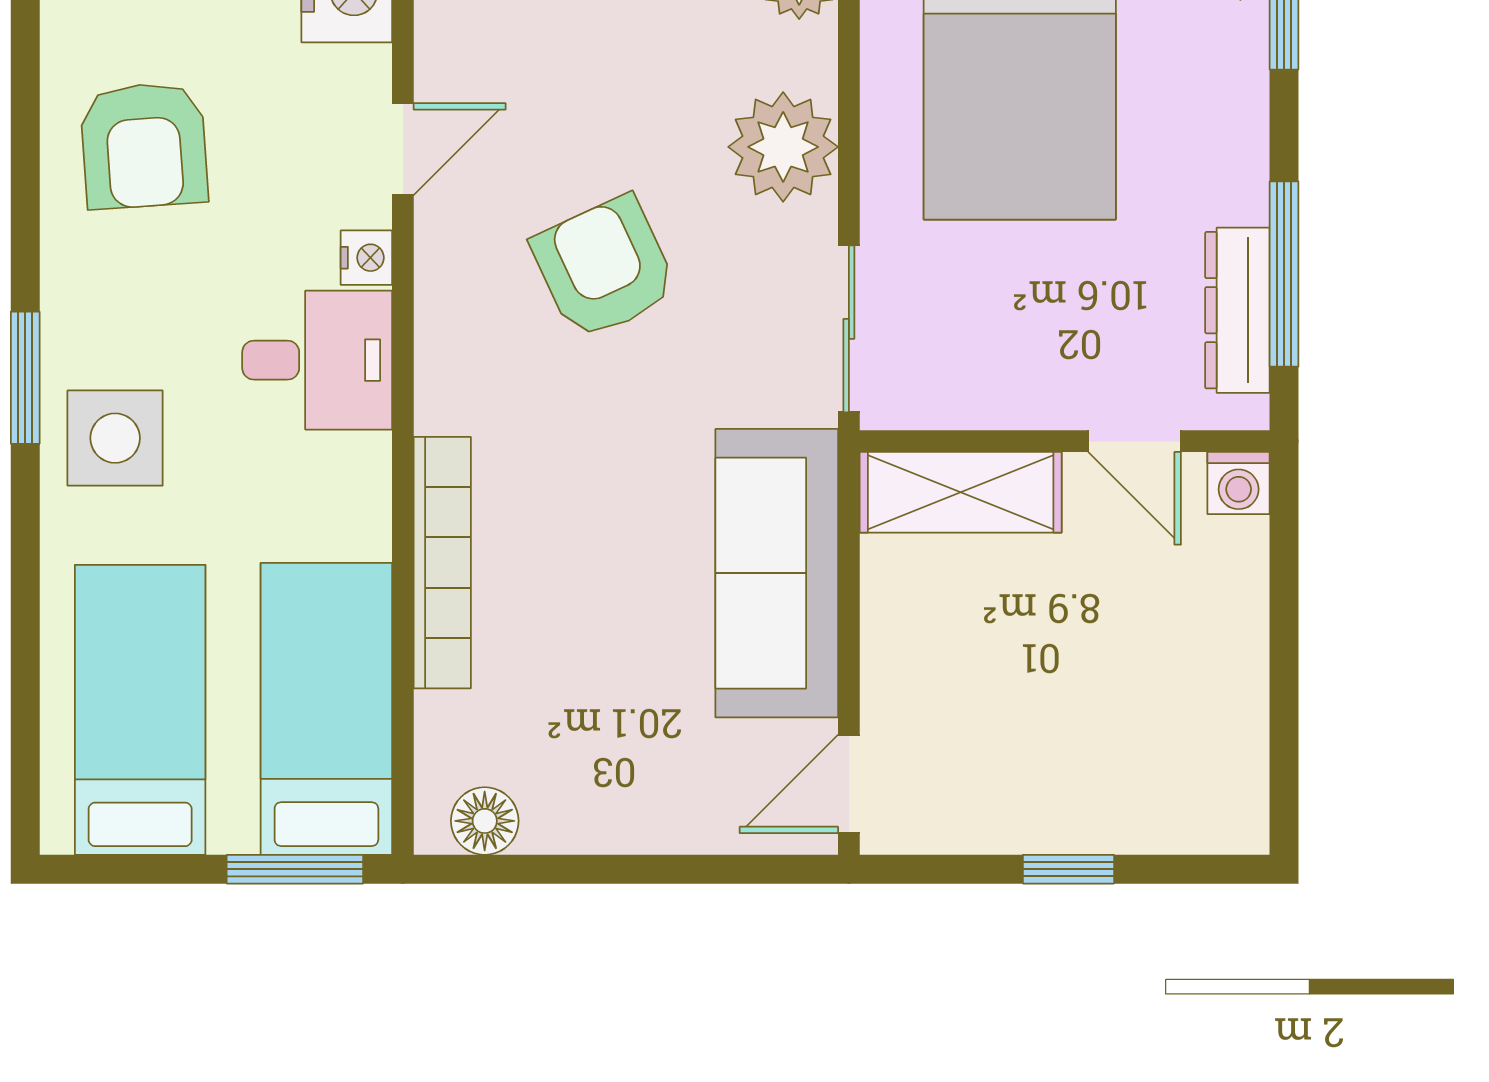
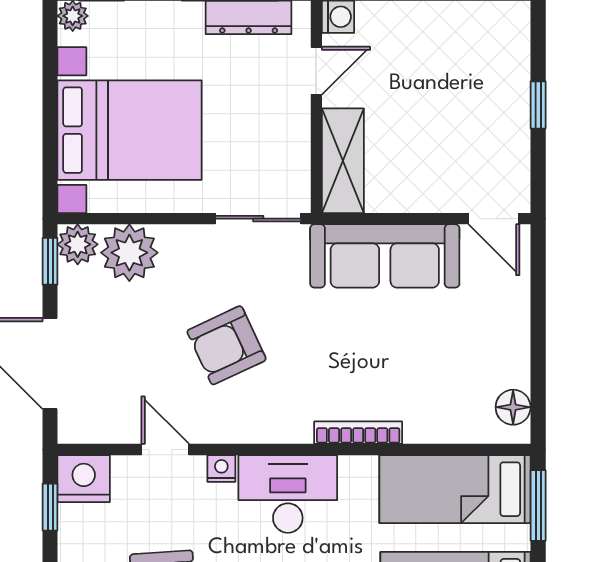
plant: (783, 147) -> (129, 253), moved
desk: (317, 360) -> (288, 494), width x1.37
bookcase: (442, 563) -> (358, 433), width x0.68, depth x0.76

